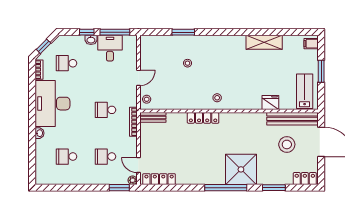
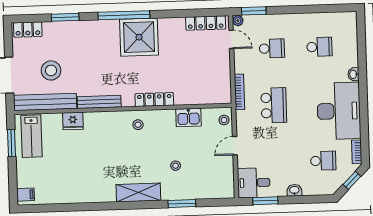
window: (87, 32) -> (300, 200), removed
window: (115, 32) -> (265, 201), width x0.69
shelving: (264, 42) -> (138, 192), moved
desk: (110, 48) -> (254, 183), moved, turned 90
window: (321, 71) -> (12, 143), moved
kitchen sink: (176, 102) -> (188, 117), added
school desk: (105, 110) -> (274, 105), width x1.85
bench: (153, 117) -> (99, 102), moved, width x1.36
shower: (241, 169) -> (139, 37), moved

